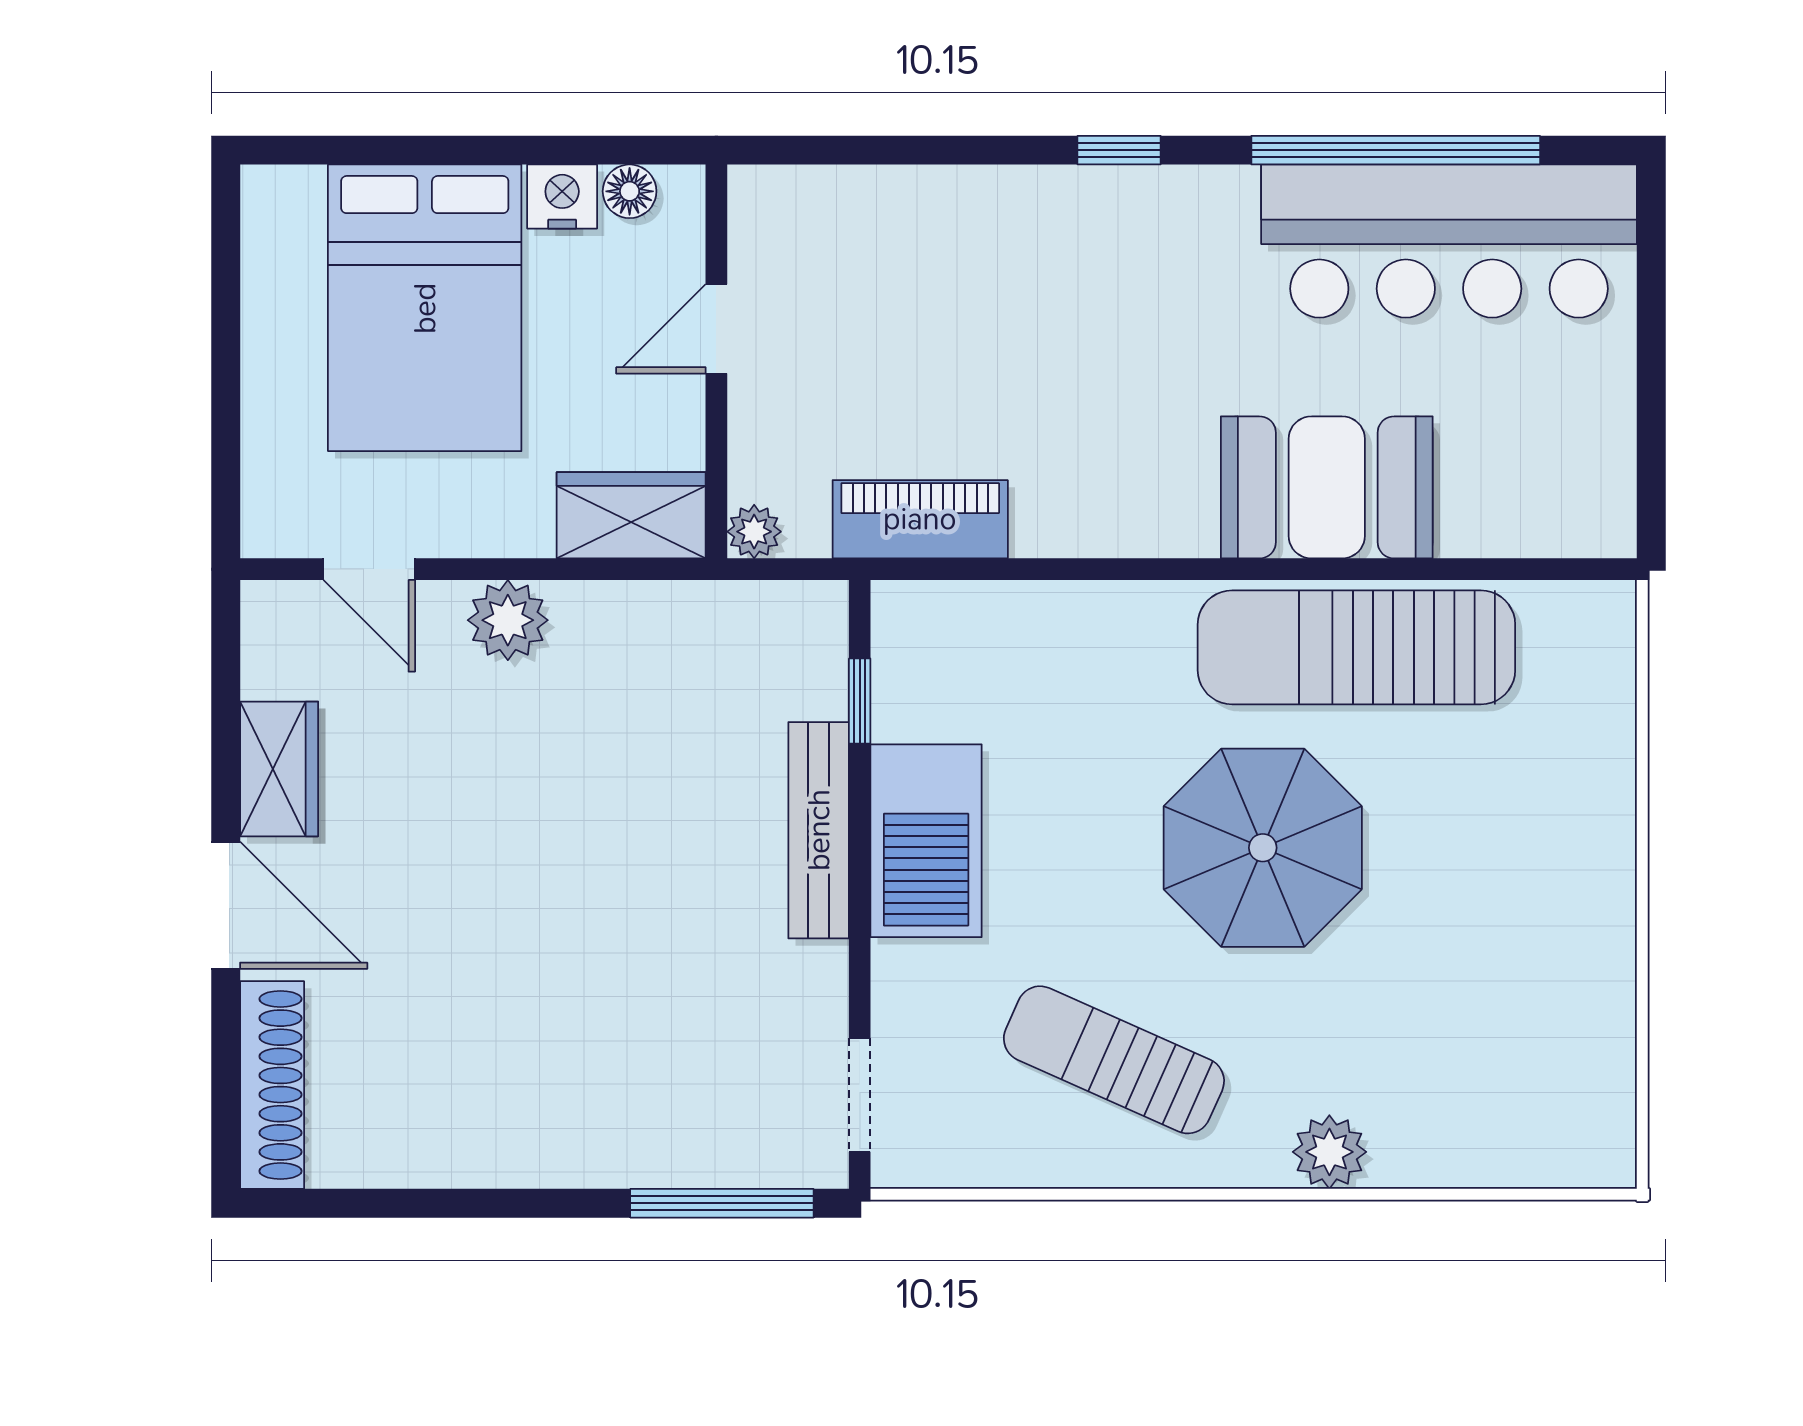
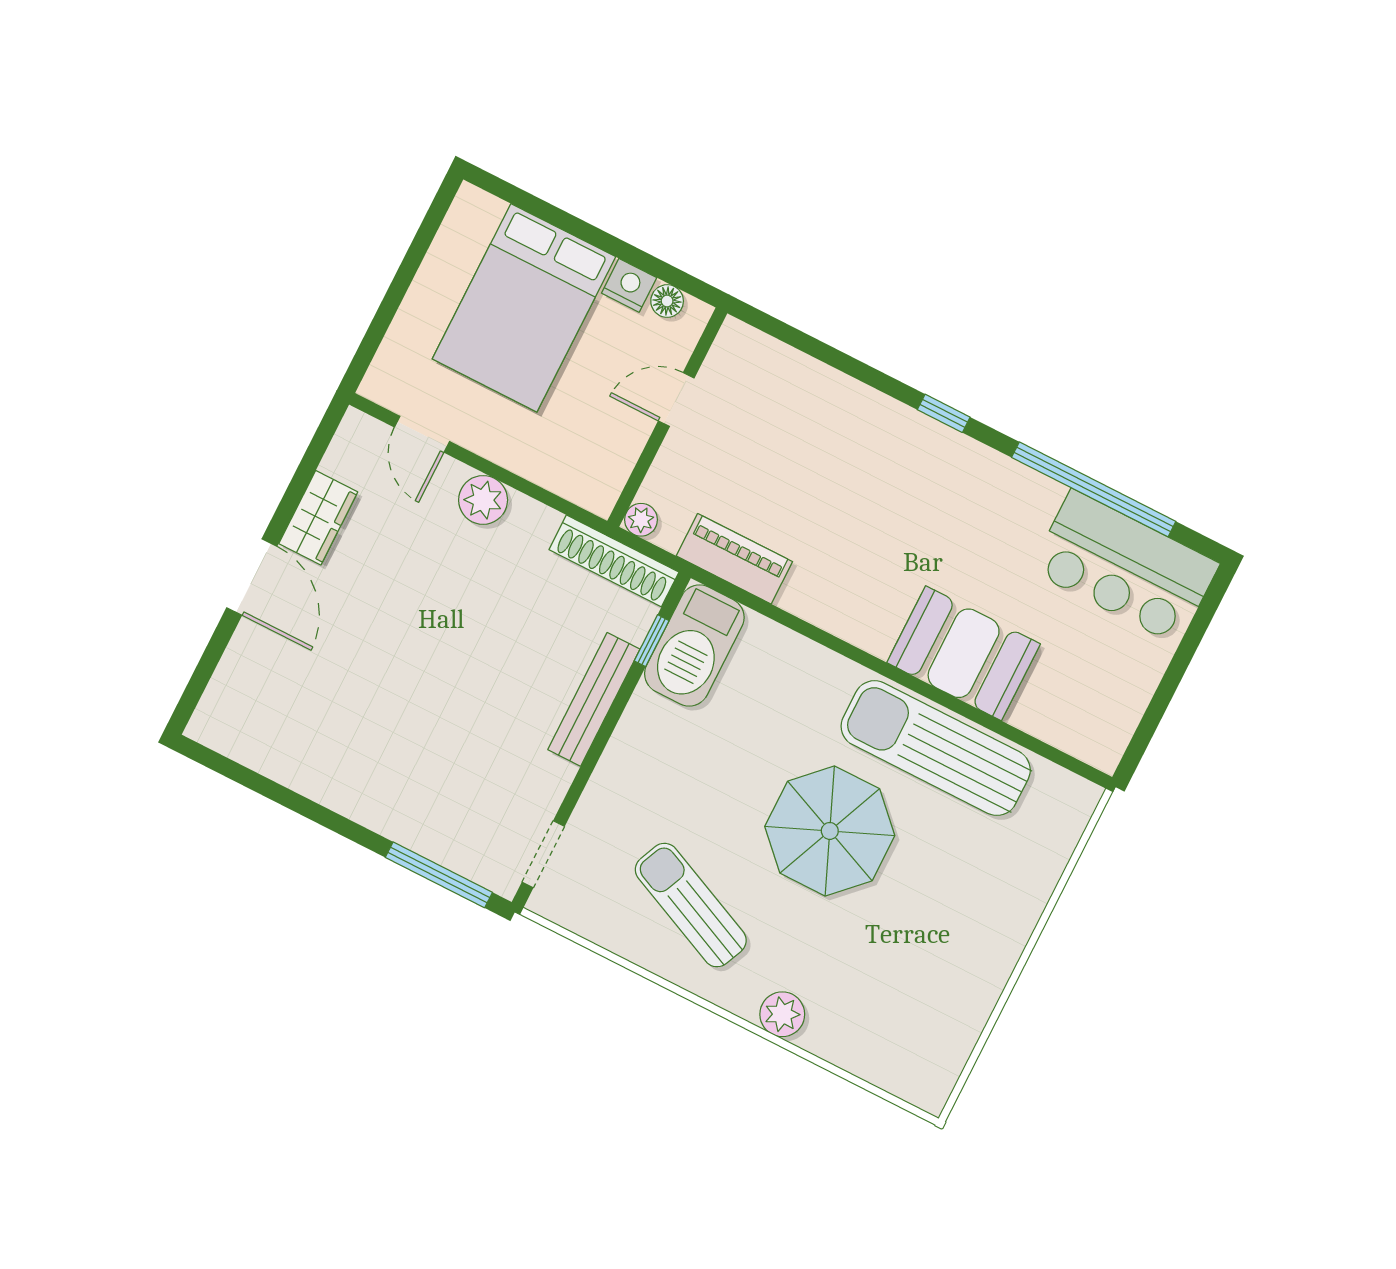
bar counter: (1449, 241) -> (1125, 567), width x0.73
wardrobe: (631, 515) -> (579, 477), removed
barbecue: (926, 841) -> (694, 646), moved
shoe rack: (272, 1085) -> (614, 561), moved, turned 90

